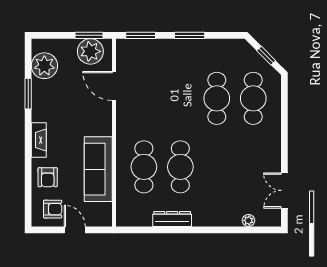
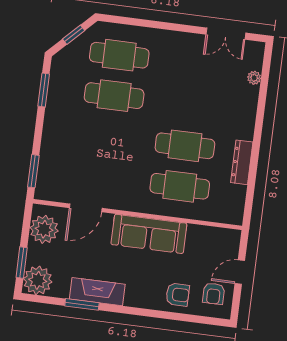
window: (89, 35) -> (22, 263), moved
window: (190, 35) -> (44, 90), moved
plant: (44, 66) -> (38, 280), moved
fireplace: (39, 140) -> (97, 292), moved, width x1.37, depth x1.32
sofa: (98, 169) -> (149, 234), moved
armchair: (53, 209) -> (214, 294), turned 180

